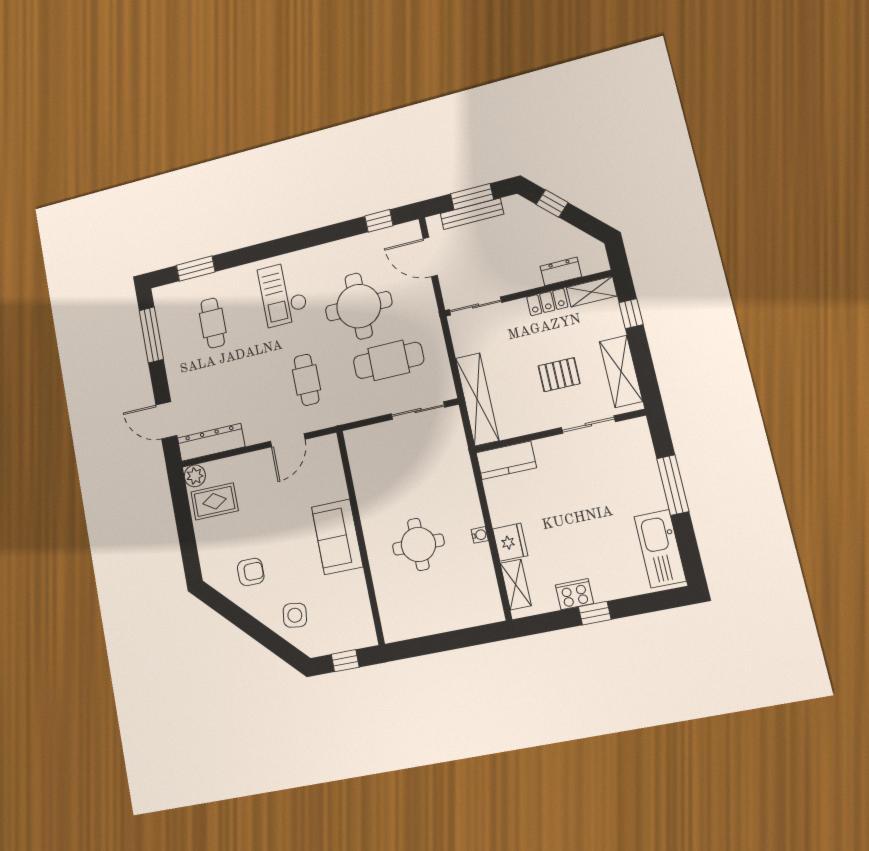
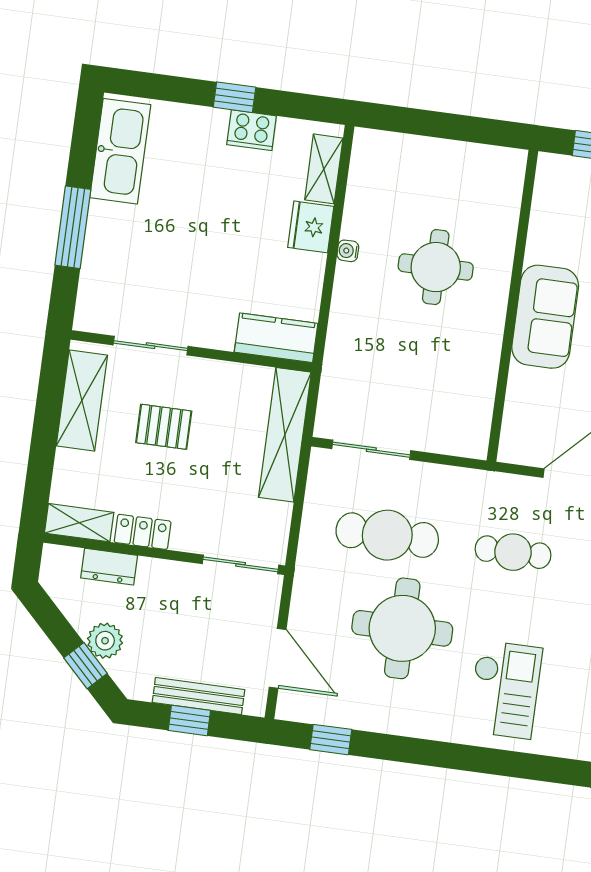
window: (472, 197) -> (189, 720), width x0.67
plant: (545, 224) -> (105, 641), added
window: (631, 314) -> (40, 473), removed
cafe table: (307, 380) -> (513, 552), turned 90

